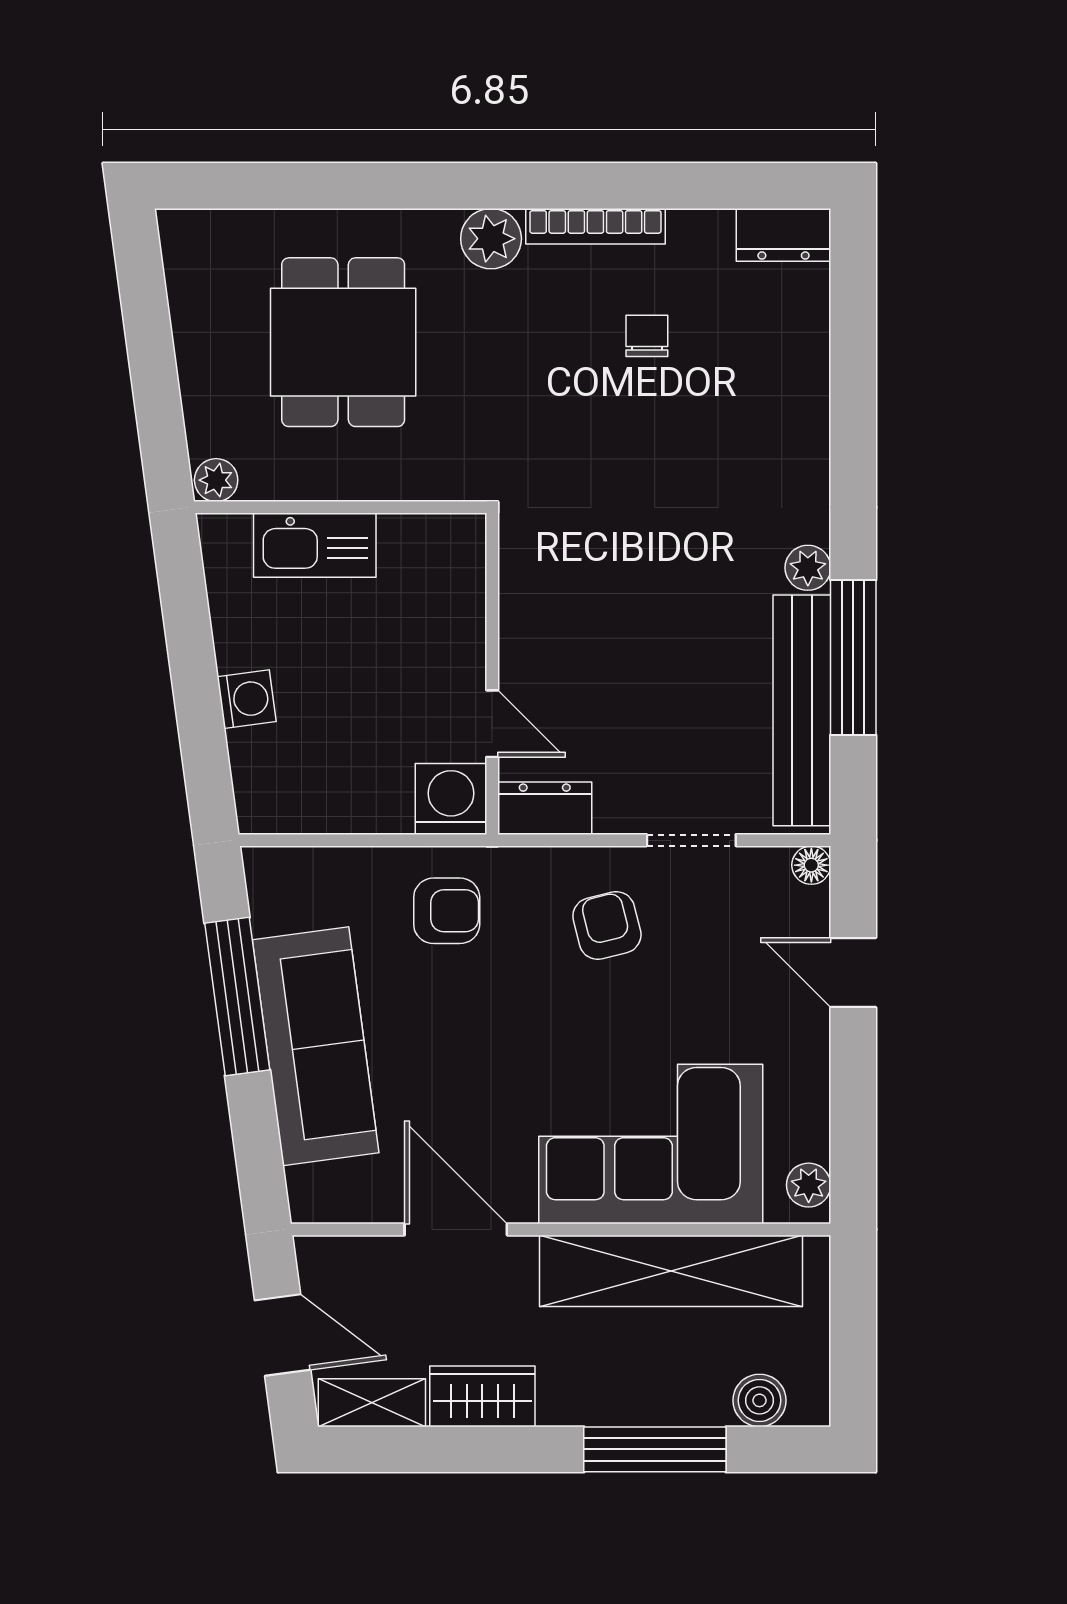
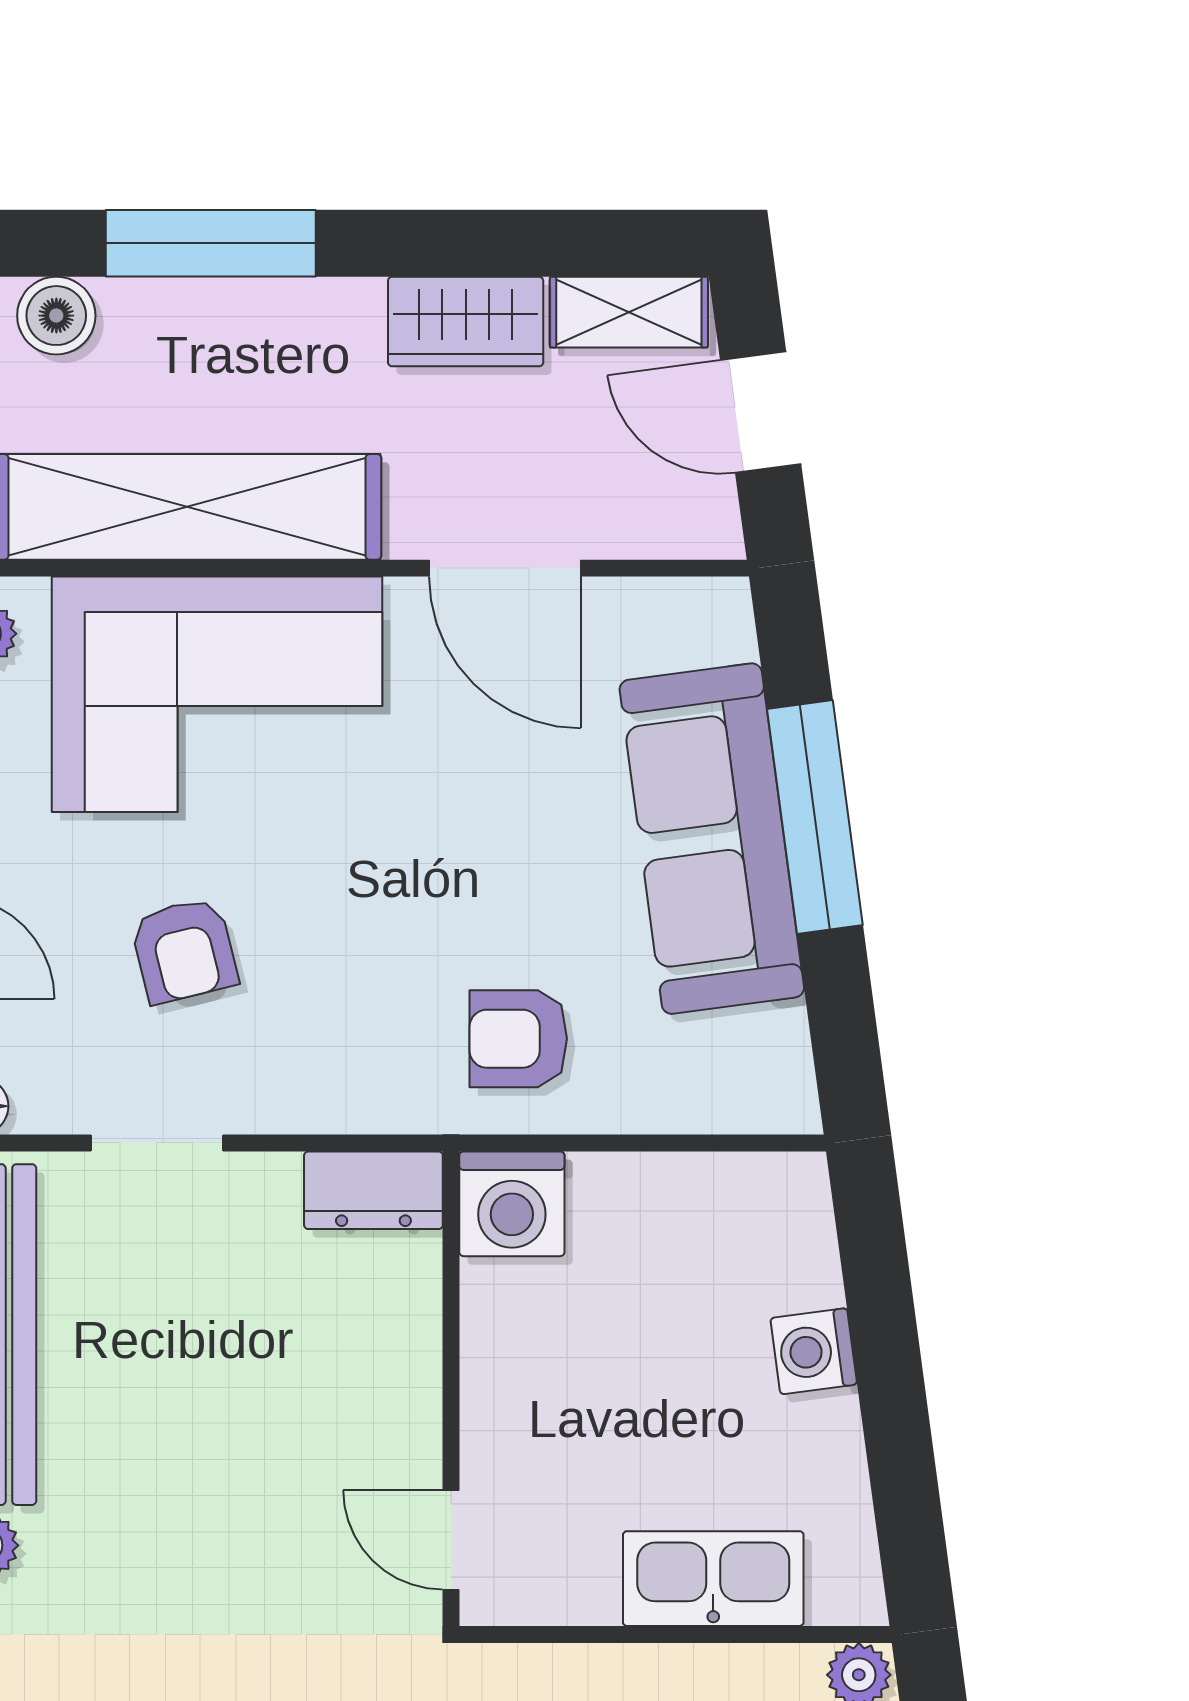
door: (492, 724) -> (451, 1540), moved
armchair: (607, 925) -> (184, 950), moved
window: (237, 997) -> (815, 817), moved

